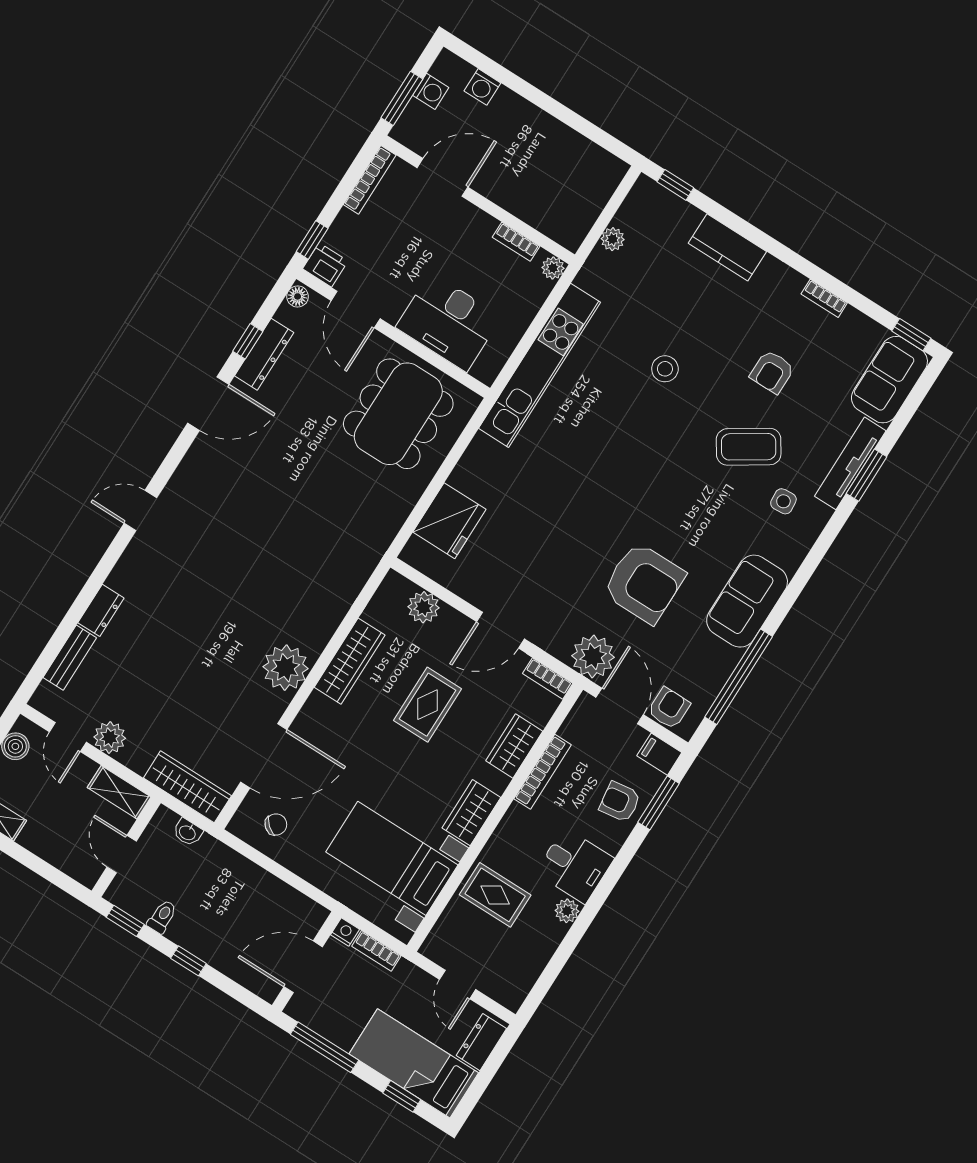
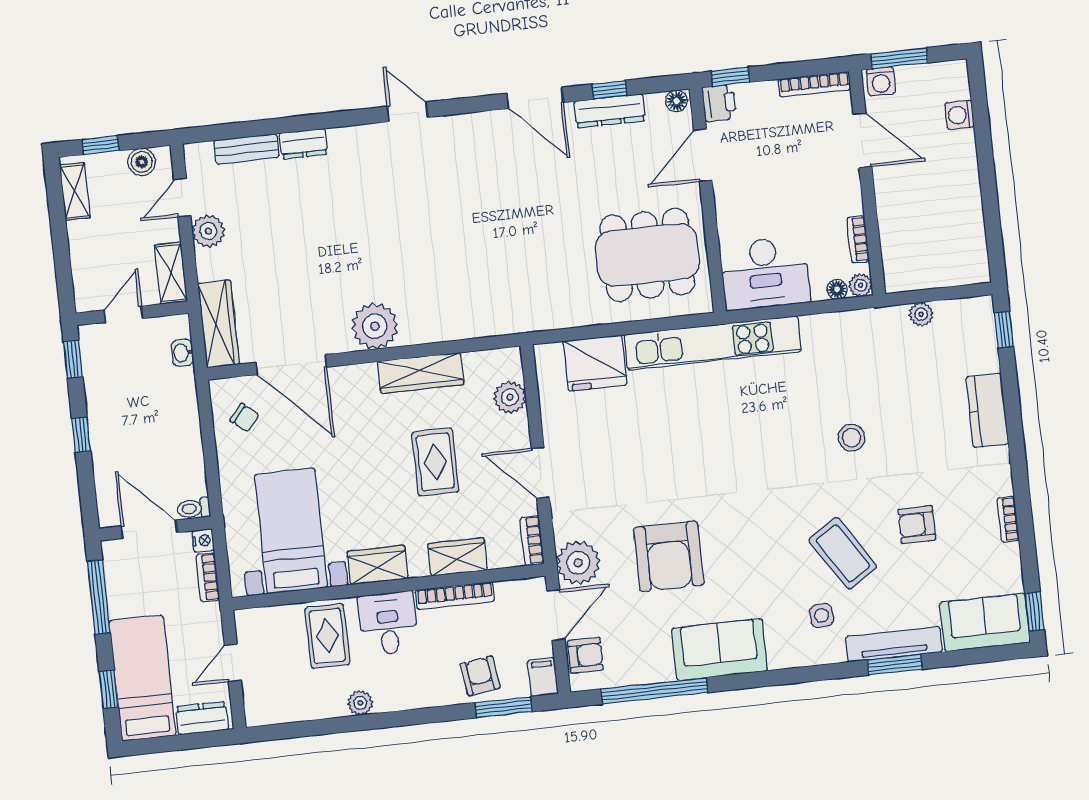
washing machine: (431, 91) -> (881, 81), moved
floor lamp: (542, 289) -> (837, 289), added
desk: (449, 322) -> (765, 273), moved, turned -90
kitchen unit: (540, 365) -> (713, 343), moved
rug: (428, 705) -> (435, 462), turned 90
desk: (575, 866) -> (388, 623), moved, turned 180
toilet: (162, 917) -> (194, 508), moved, turned 180

